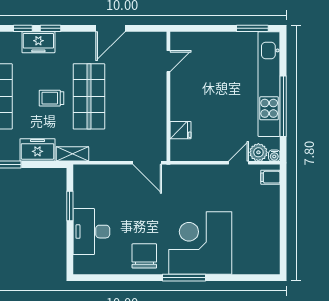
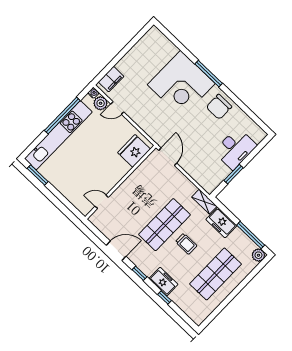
window: (51, 28) -> (139, 273), moved
fridge: (180, 130) -> (134, 151), width x1.88, depth x1.34
filing cabinet: (270, 177) -> (111, 79), width x2.00

